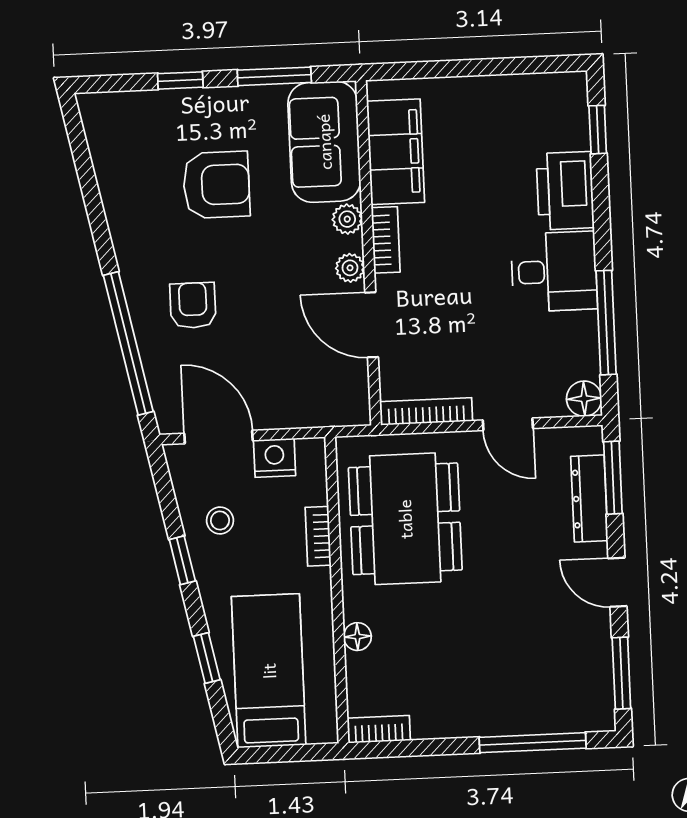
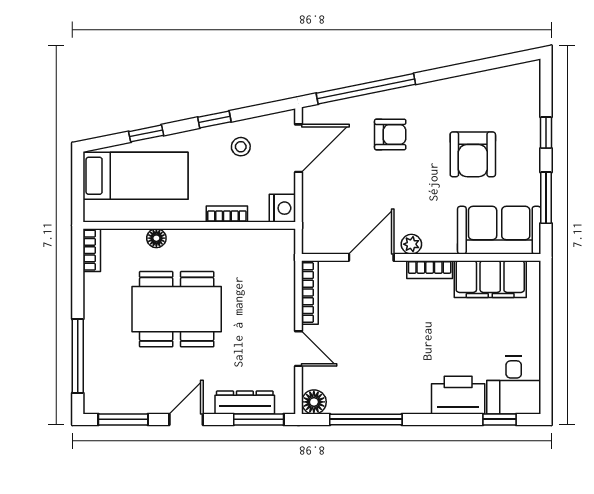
plant: (347, 219) -> (445, 244), removed
desk: (554, 272) -> (514, 385), moved
door: (508, 424) -> (299, 349), swing flipped
nightstand: (275, 458) -> (282, 208), moved
dining table: (405, 519) -> (177, 309), moved

